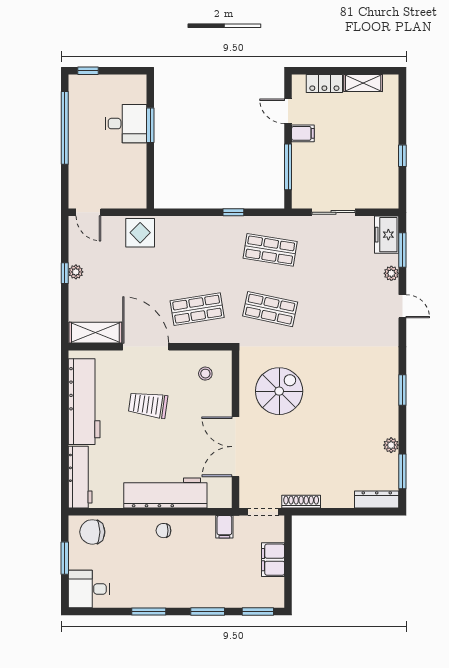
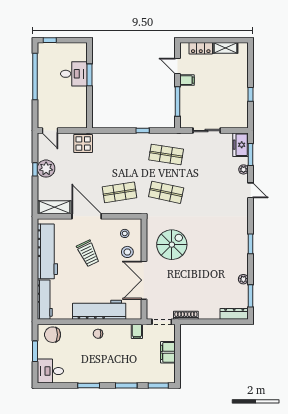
plant: (76, 272) -> (46, 169), width x1.88, depth x1.88
stool: (209, 403) -> (127, 252), added
trolley: (148, 405) -> (88, 253), turned -124

